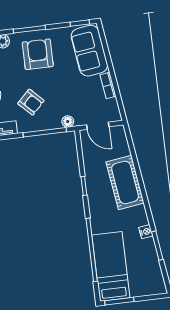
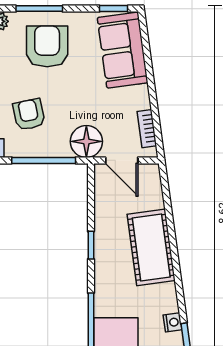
bookcase: (108, 86) -> (147, 129), moved
armchair: (31, 102) -> (29, 115), turned -147
floor lamp: (68, 122) -> (86, 141), width x1.89, depth x1.89

